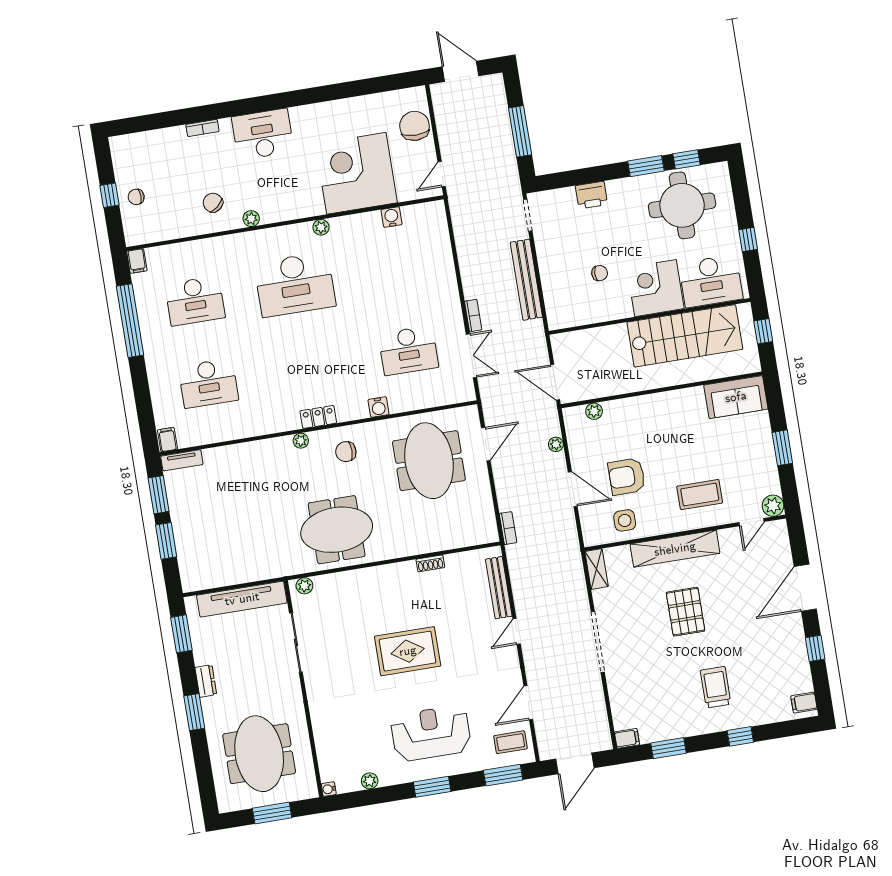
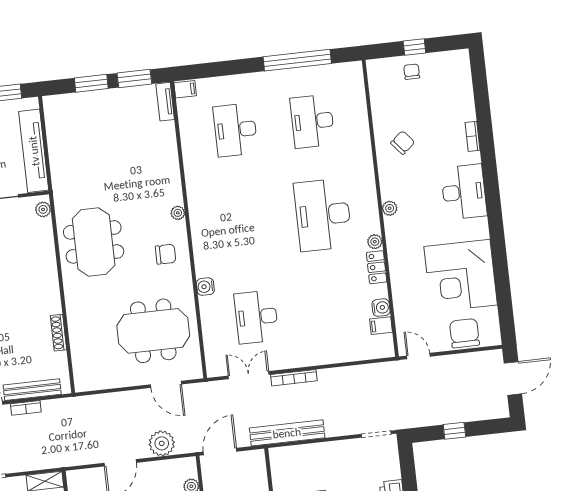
chair: (415, 126) -> (464, 333), turned -90
window: (520, 131) -> (454, 431), width x0.46
corner desk: (356, 173) -> (461, 276), moved, turned 180
plant: (251, 219) -> (390, 208), moved
filing cabinet: (137, 261) -> (381, 326), moved
bench: (526, 280) -> (287, 433), moved
bookcase: (473, 316) -> (294, 378), width x1.56
double door: (471, 356) -> (249, 375), swing flipped
locker: (318, 417) -> (377, 267), moved, turned 180
plant: (556, 444) -> (162, 443), width x1.88, depth x1.88
chair: (346, 452) -> (166, 254), turned 90
bookcase: (508, 528) -> (26, 408), moved
shoe rack: (430, 563) -> (58, 333), width x1.43

